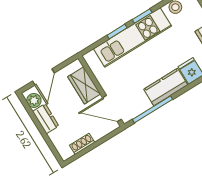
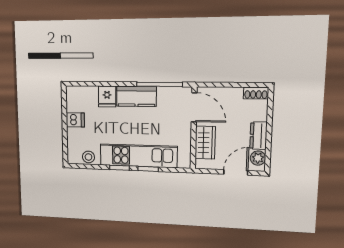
shoe rack: (82, 144) -> (256, 93), moved

